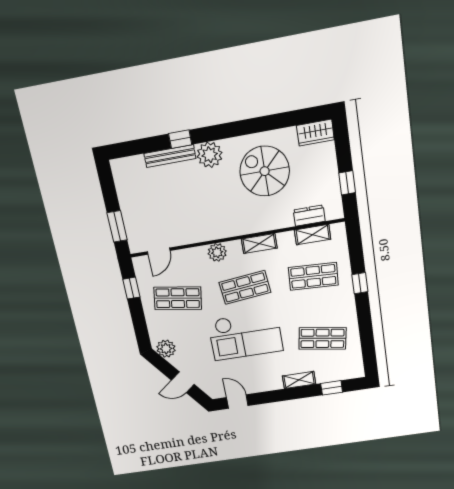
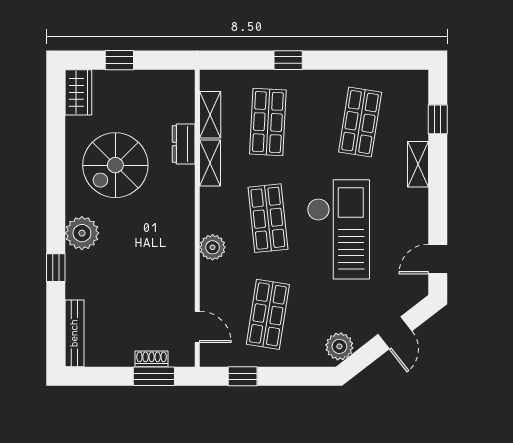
bench: (170, 156) -> (74, 333), moved
window: (347, 183) -> (119, 60), moved
dresser: (309, 216) -> (184, 144), moved
shoe rack: (129, 223) -> (152, 359), added
shelving: (259, 244) -> (210, 163), moved

